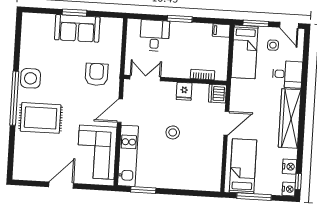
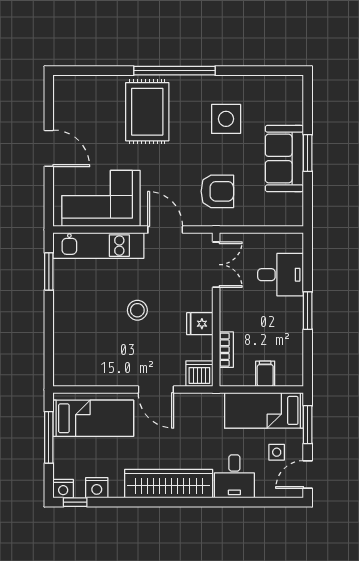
filing cabinet: (221, 30) -> (265, 374), moved
side table: (31, 78) -> (226, 119), moved

